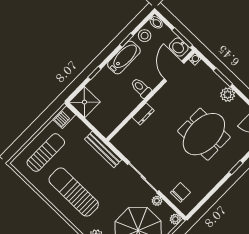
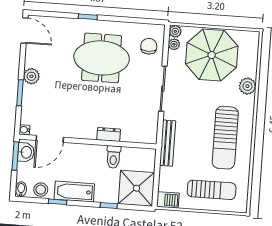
toilet: (141, 88) -> (113, 157), moved
shower: (84, 102) -> (136, 188), width x1.37, depth x1.37
meeting table: (204, 134) -> (102, 58), moved
sun lounger: (46, 153) -> (212, 190), turned 180
chair: (180, 192) -> (149, 46), turned 90
plant: (157, 201) -> (174, 44), moved

